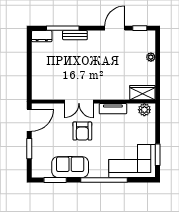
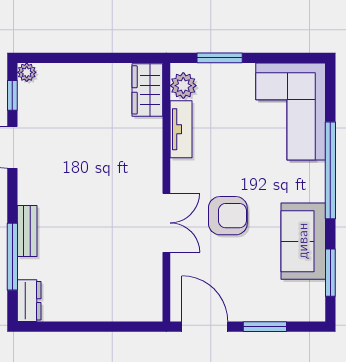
plant: (151, 57) -> (27, 72), moved
tv unit: (113, 109) -> (181, 129), moved
window: (158, 155) -> (220, 58), moved

